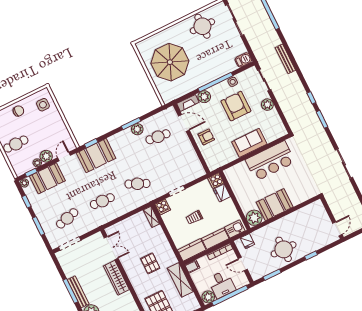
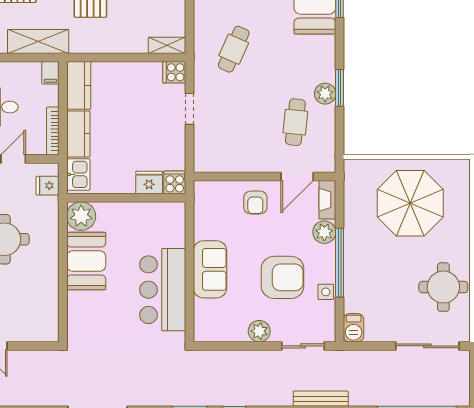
trolley: (194, 217) -> (131, 116), removed

